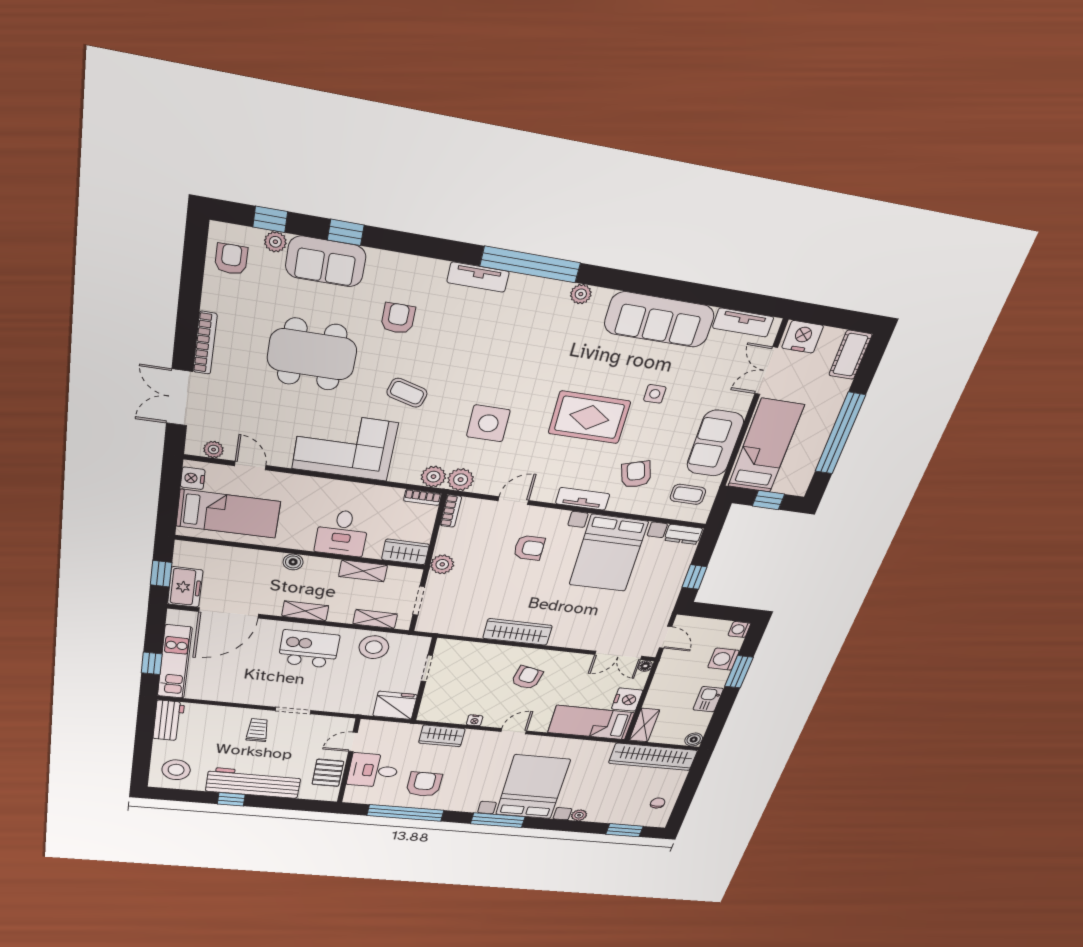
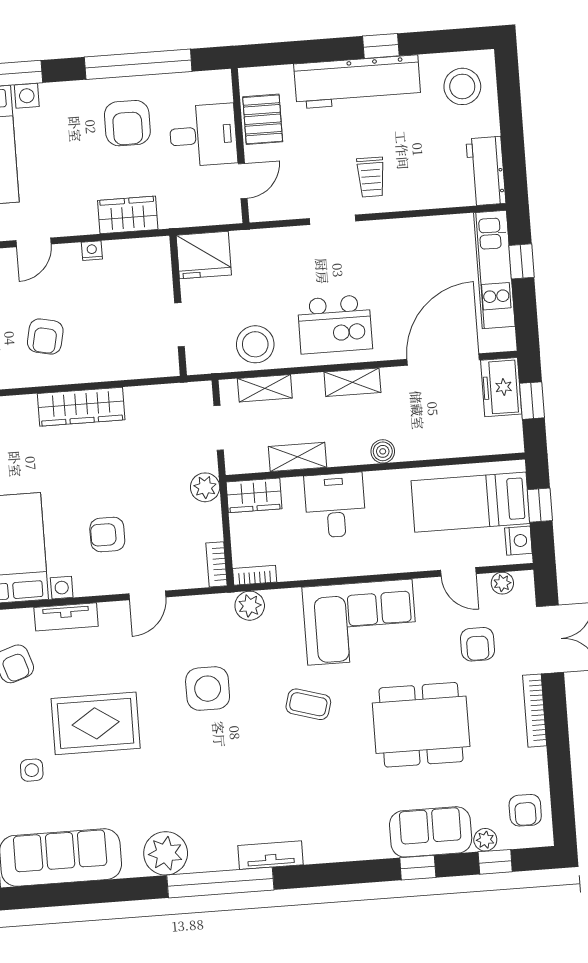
plant: (581, 294) -> (166, 853), width x1.88, depth x1.88
armchair: (398, 318) -> (478, 644), moved
plant: (461, 480) -> (217, 609), removed
window: (169, 500) -> (540, 505), added

